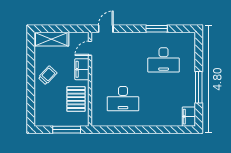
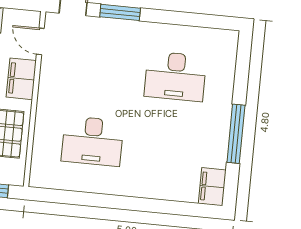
window: (157, 29) -> (120, 12), moved
door: (90, 48) -> (40, 41), hinge flipped

